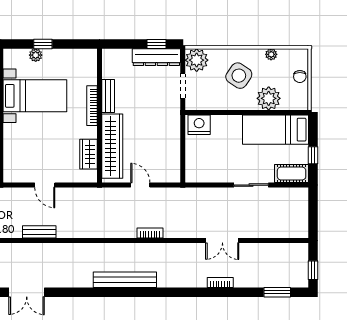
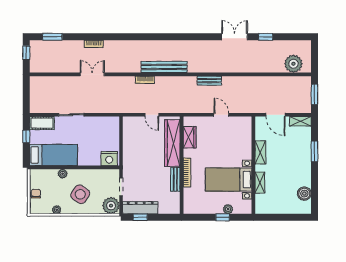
plant: (269, 98) -> (63, 174), width x0.53, depth x0.53
bench: (39, 232) -> (209, 81), moved
bench: (125, 280) -> (164, 67), moved

